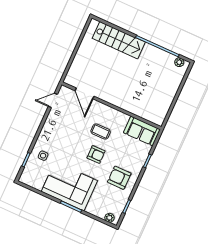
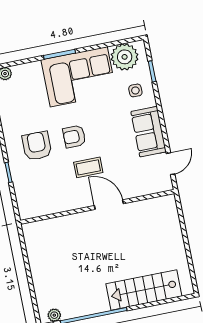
door: (85, 93) -> (109, 205), moved
sofa: (142, 131) -> (149, 132), moved, turned -90
armchair: (119, 178) -> (37, 146), moved, turned -90
plant: (36, 179) -> (125, 57), added

